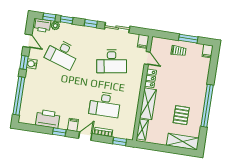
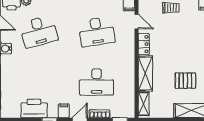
desk: (62, 54) -> (39, 32), turned -33
pallet: (181, 115) -> (185, 81), turned 90

